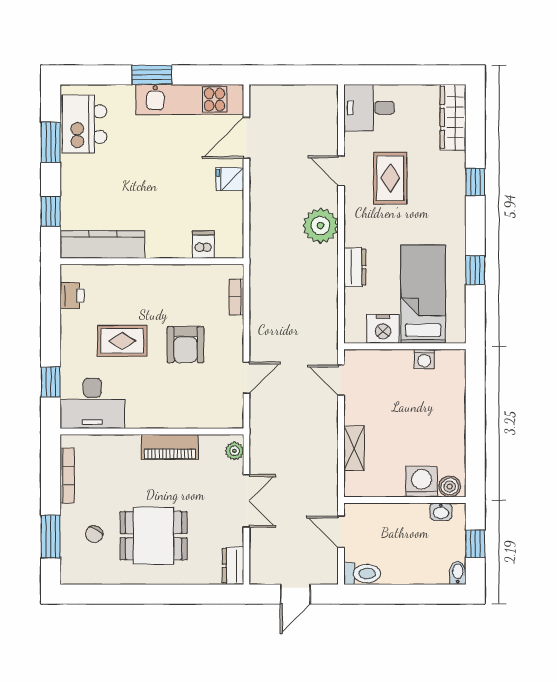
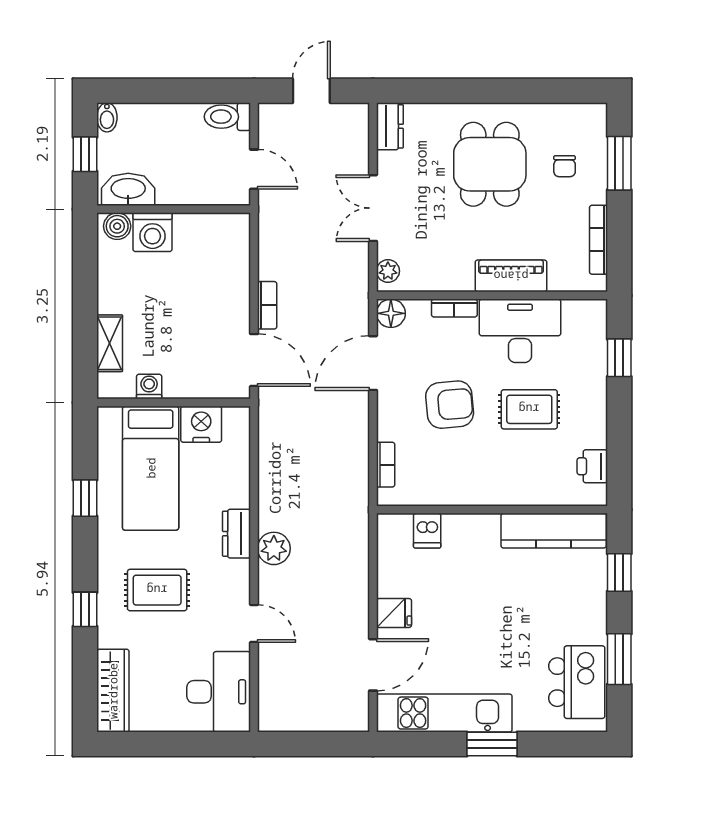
desk: (369, 108) -> (219, 692), width x1.37
rug: (390, 178) -> (157, 590), moved, turned 90
plant: (320, 226) -> (274, 548), width x0.73, depth x0.73
dresser: (355, 267) -> (237, 534), moved
armchair: (185, 345) -> (450, 405), turned 85
door: (246, 378) -> (373, 363), width x1.38
door: (341, 380) -> (254, 360), width x1.38
desk: (92, 403) -> (520, 331), moved
floor lamp: (232, 417) -> (391, 313), added
bookcase: (182, 421) -> (454, 308), added
bookcase: (331, 424) -> (267, 305), added
piano: (170, 447) -> (511, 276), moved
shelving: (354, 448) -> (110, 343), moved
washbasin: (441, 512) -> (128, 189), width x1.91, depth x1.45
chair: (94, 534) -> (565, 166), turned 150
dining table: (154, 536) -> (490, 164), turned 90

